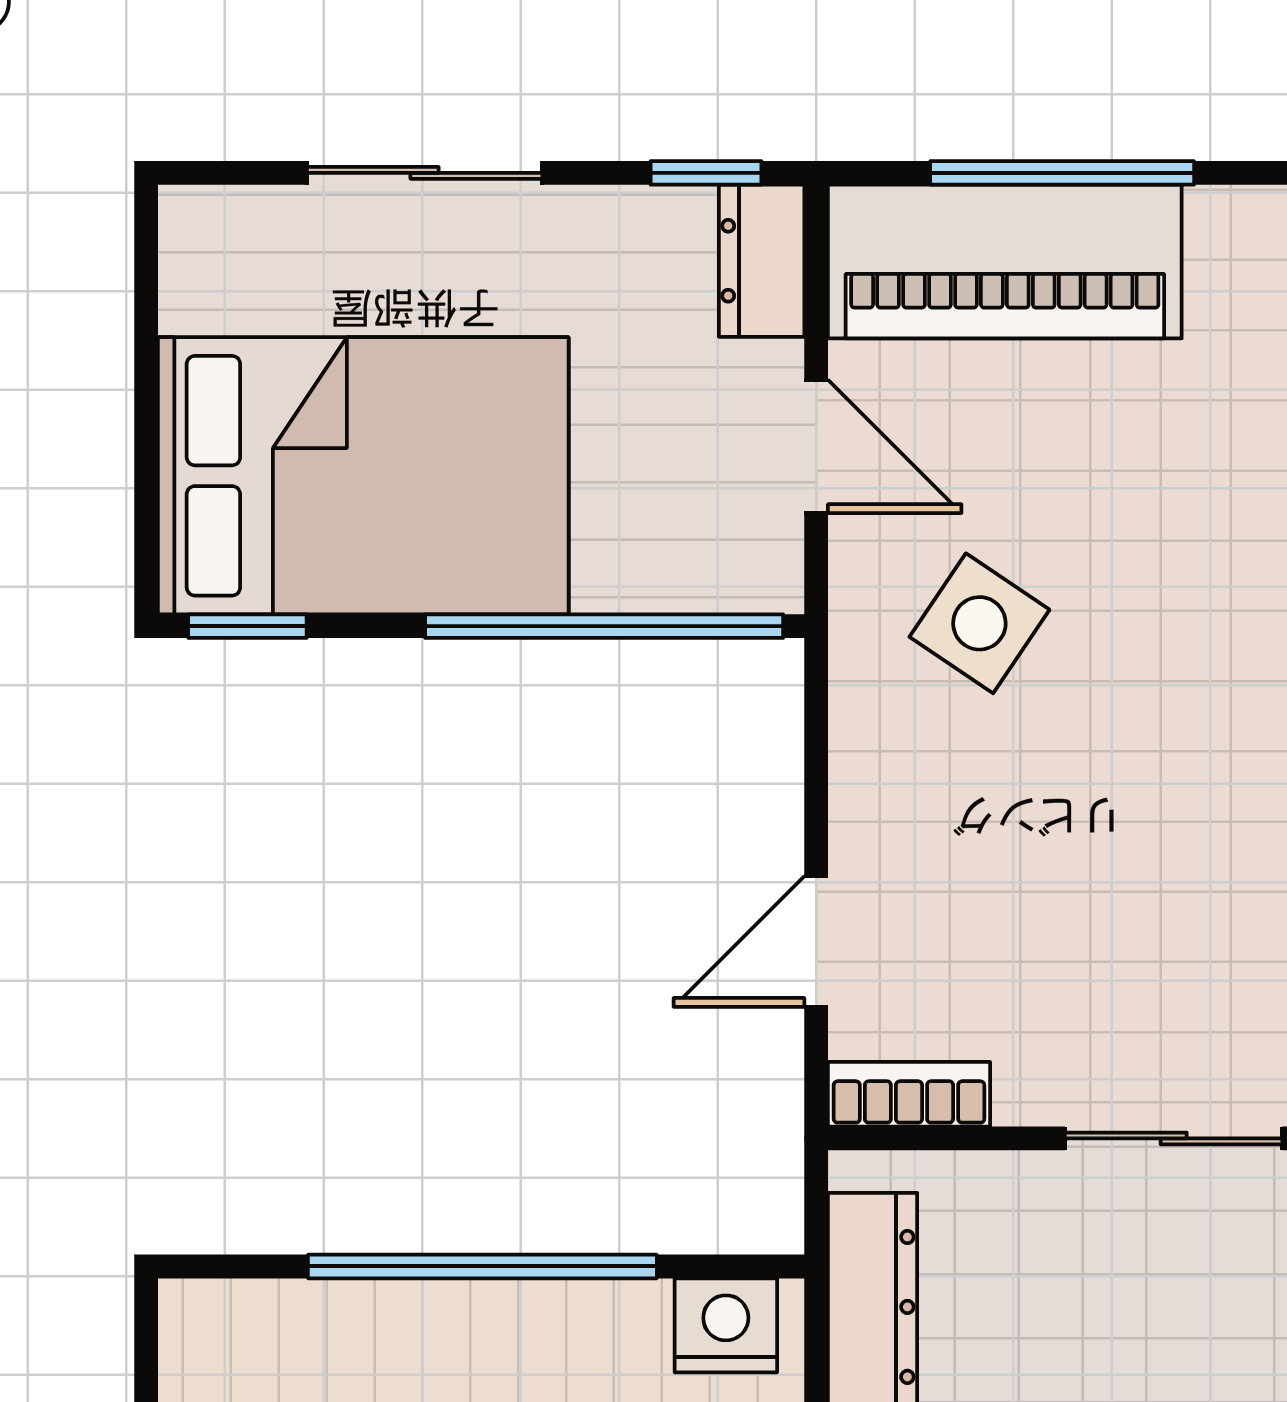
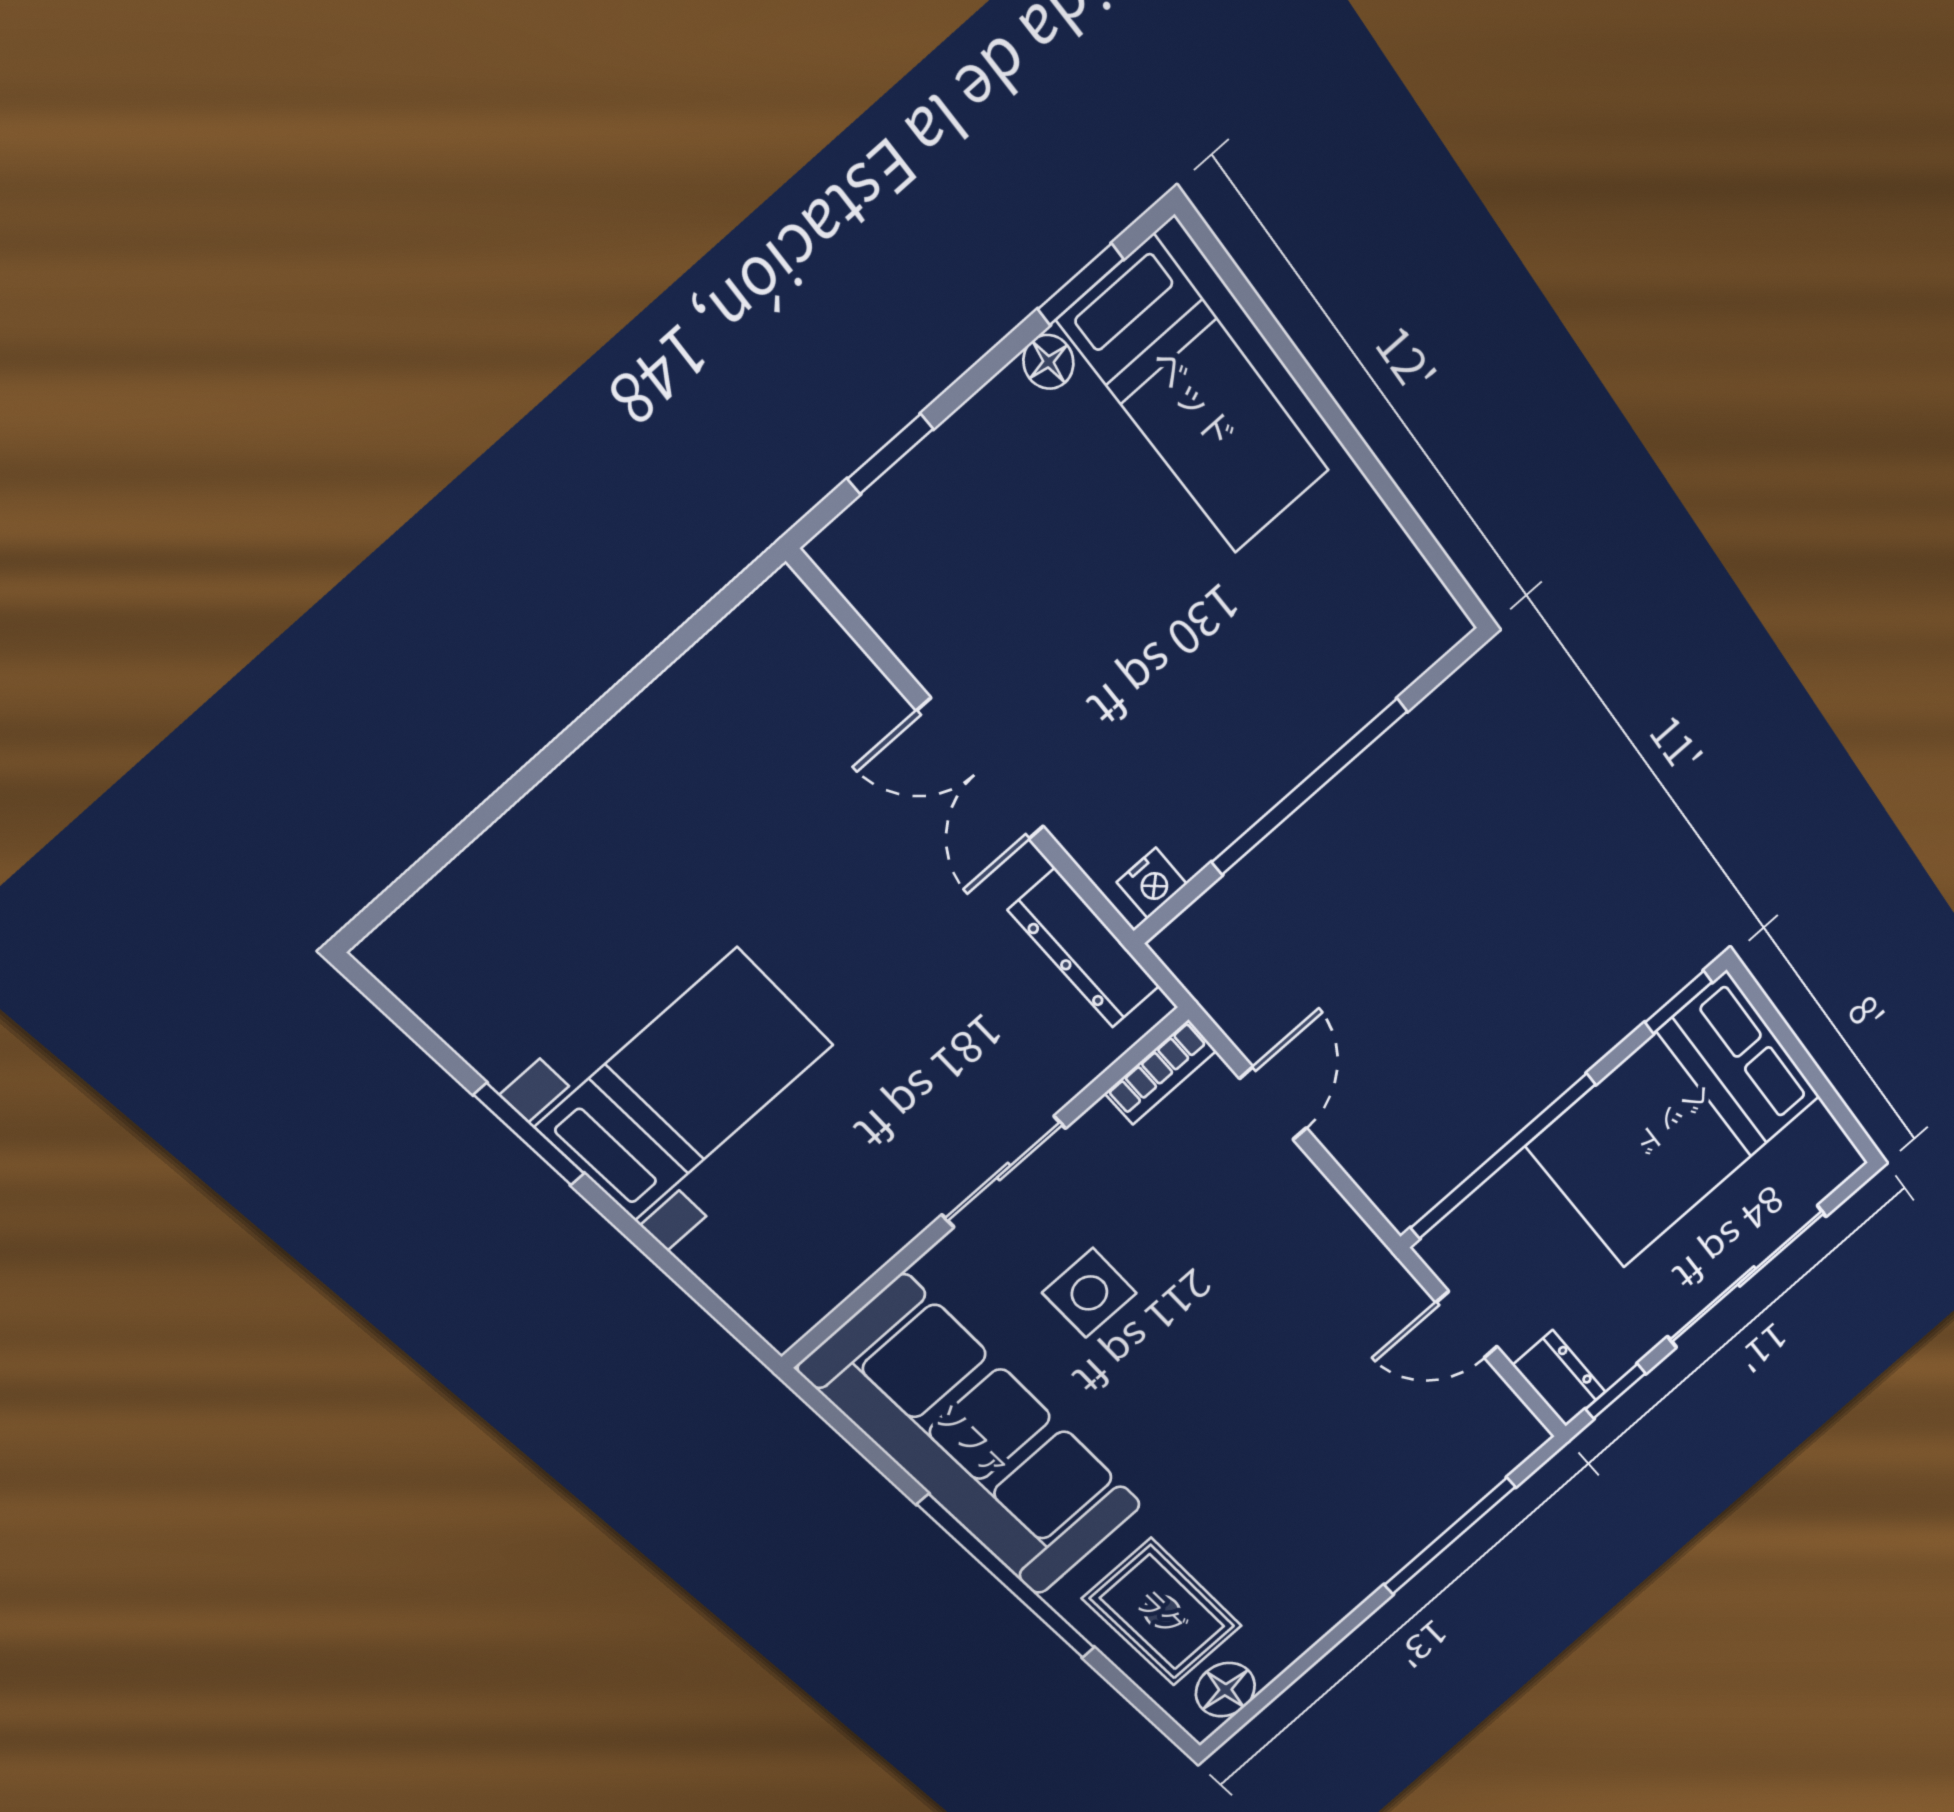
sliding door: (425, 173) -> (1747, 1277), width x1.37
piano: (1005, 262) -> (1445, 1478), removed
side table: (979, 623) -> (1089, 1293), moved, turned -34
nightstand: (726, 1325) -> (1152, 883), width x0.72, depth x0.74

